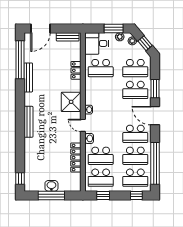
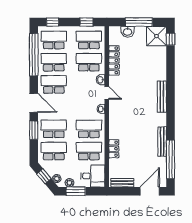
school desk: (101, 90) -> (89, 129), added
shower: (71, 102) -> (156, 36), moved
washbasin: (51, 186) -> (128, 32), moved

